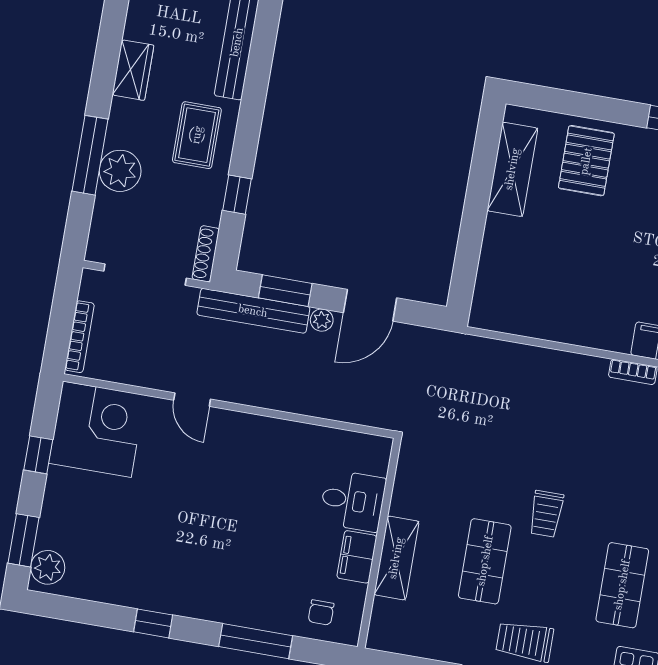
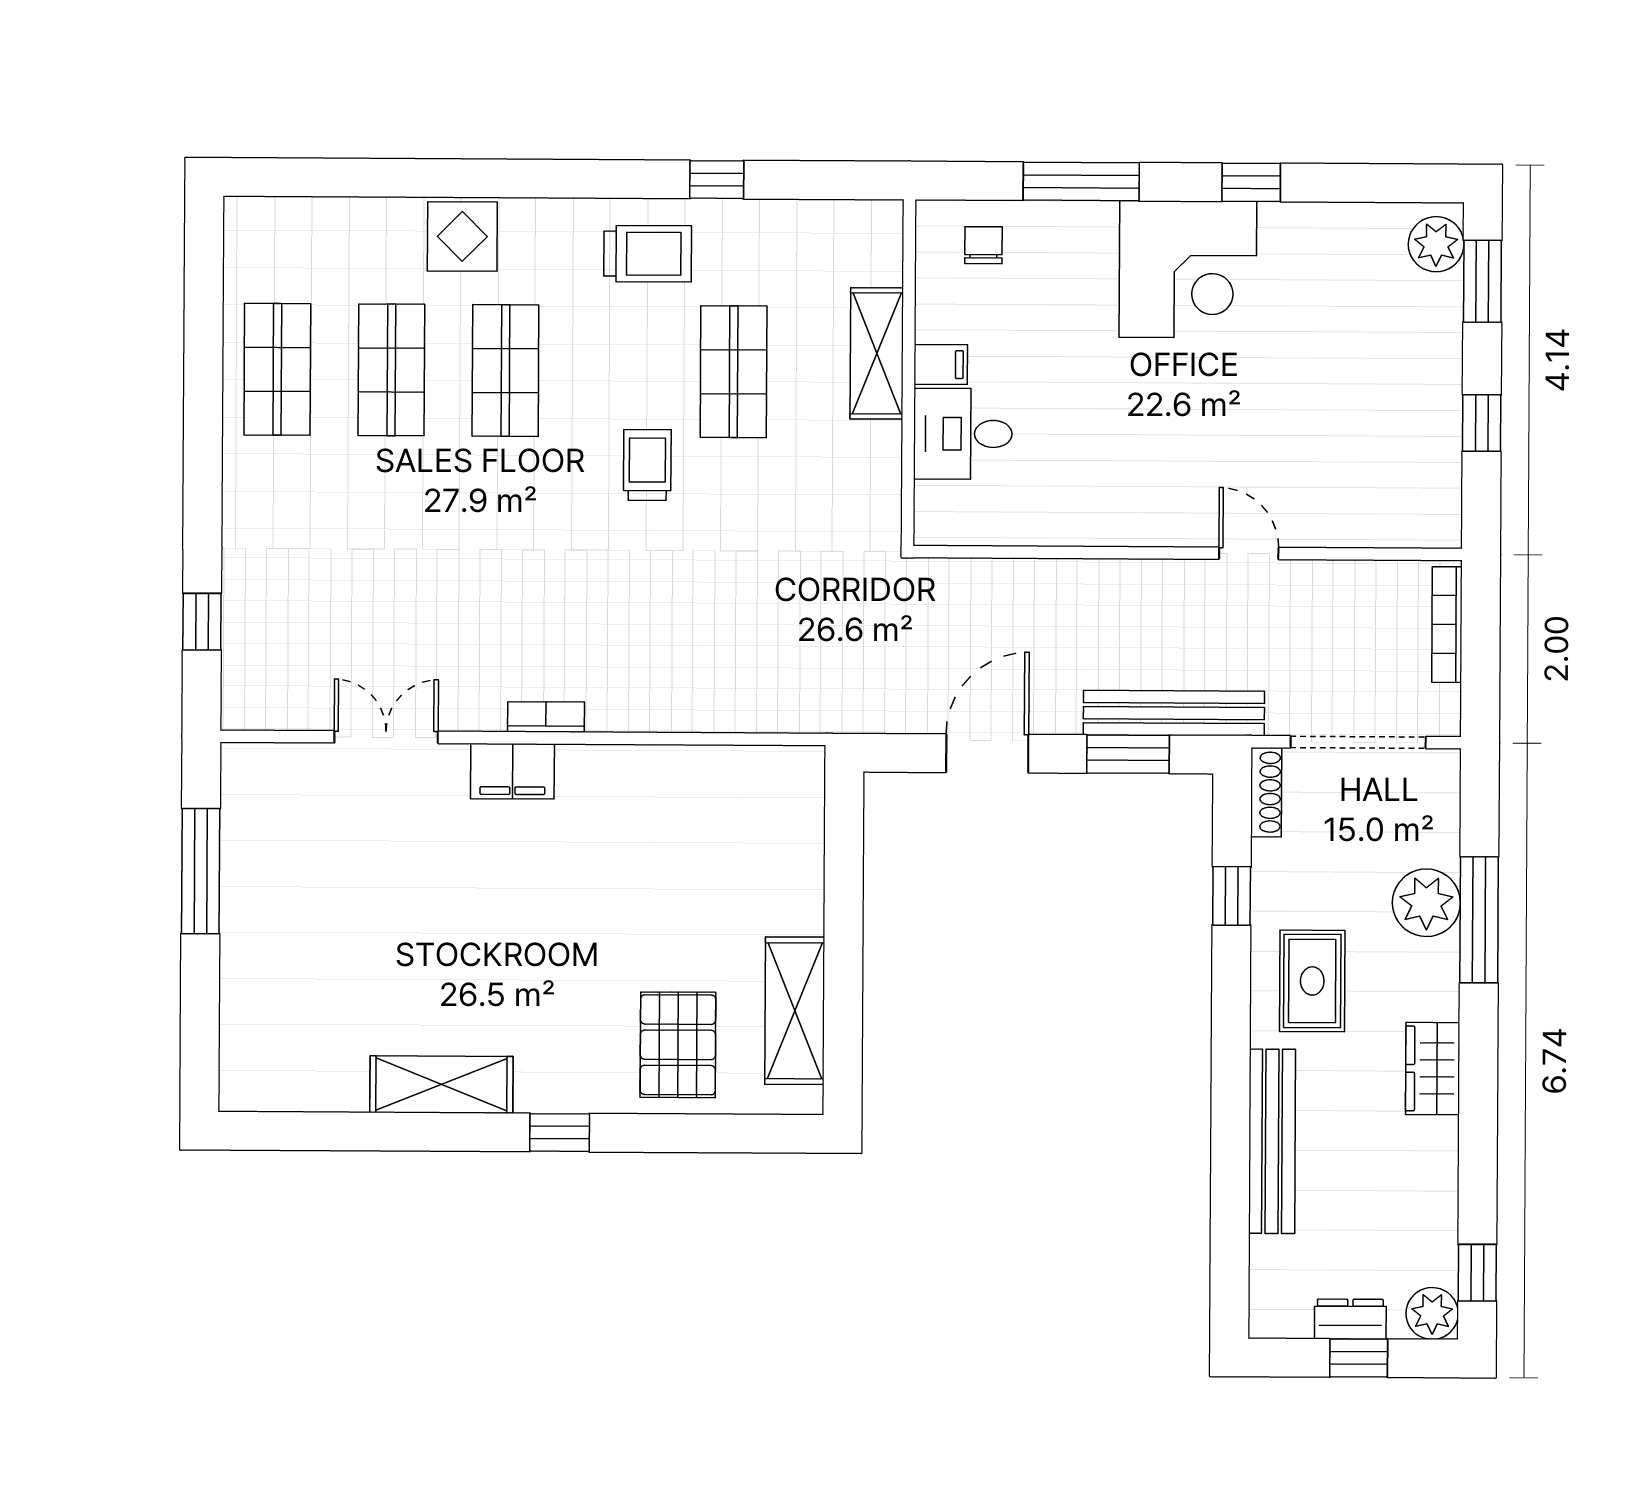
plant: (322, 320) -> (1061, 717), removed
corner desk: (97, 429) -> (1188, 269), moved, turned -90
filing cabinet: (357, 557) -> (941, 365), width x0.50

